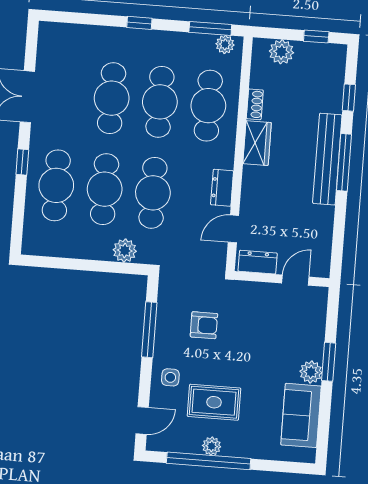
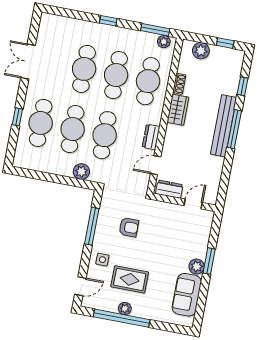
window: (22, 162) -> (17, 117), moved

